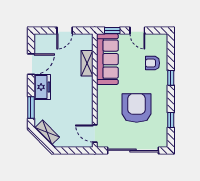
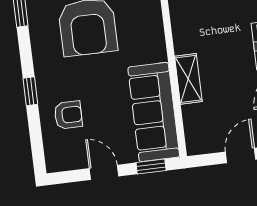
shelving: (87, 63) -> (188, 79), moved

